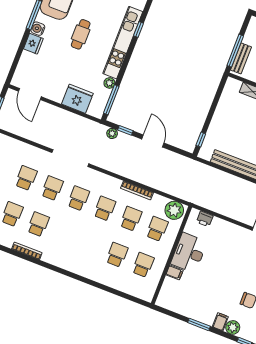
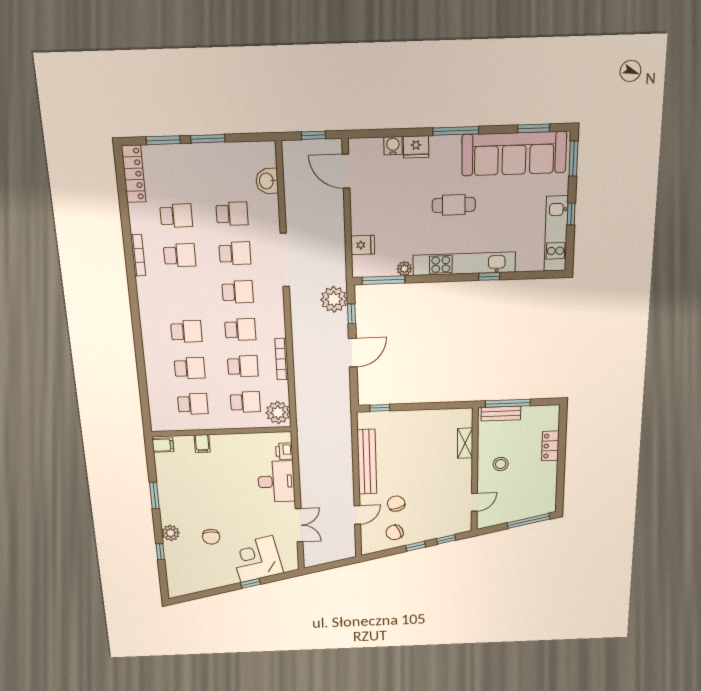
water cooler: (38, 29) -> (393, 146), moved
door: (30, 94) -> (346, 171), hinge flipped
fridge: (77, 99) -> (363, 245), width x0.53, depth x0.75
plant: (112, 133) -> (334, 299), width x1.88, depth x1.88
washbasin: (15, 146) -> (267, 181), added
school desk: (91, 245) -> (186, 331), added
desk: (189, 253) -> (276, 482), moved, turned 90
filing cabinet: (220, 322) -> (163, 445), moved

